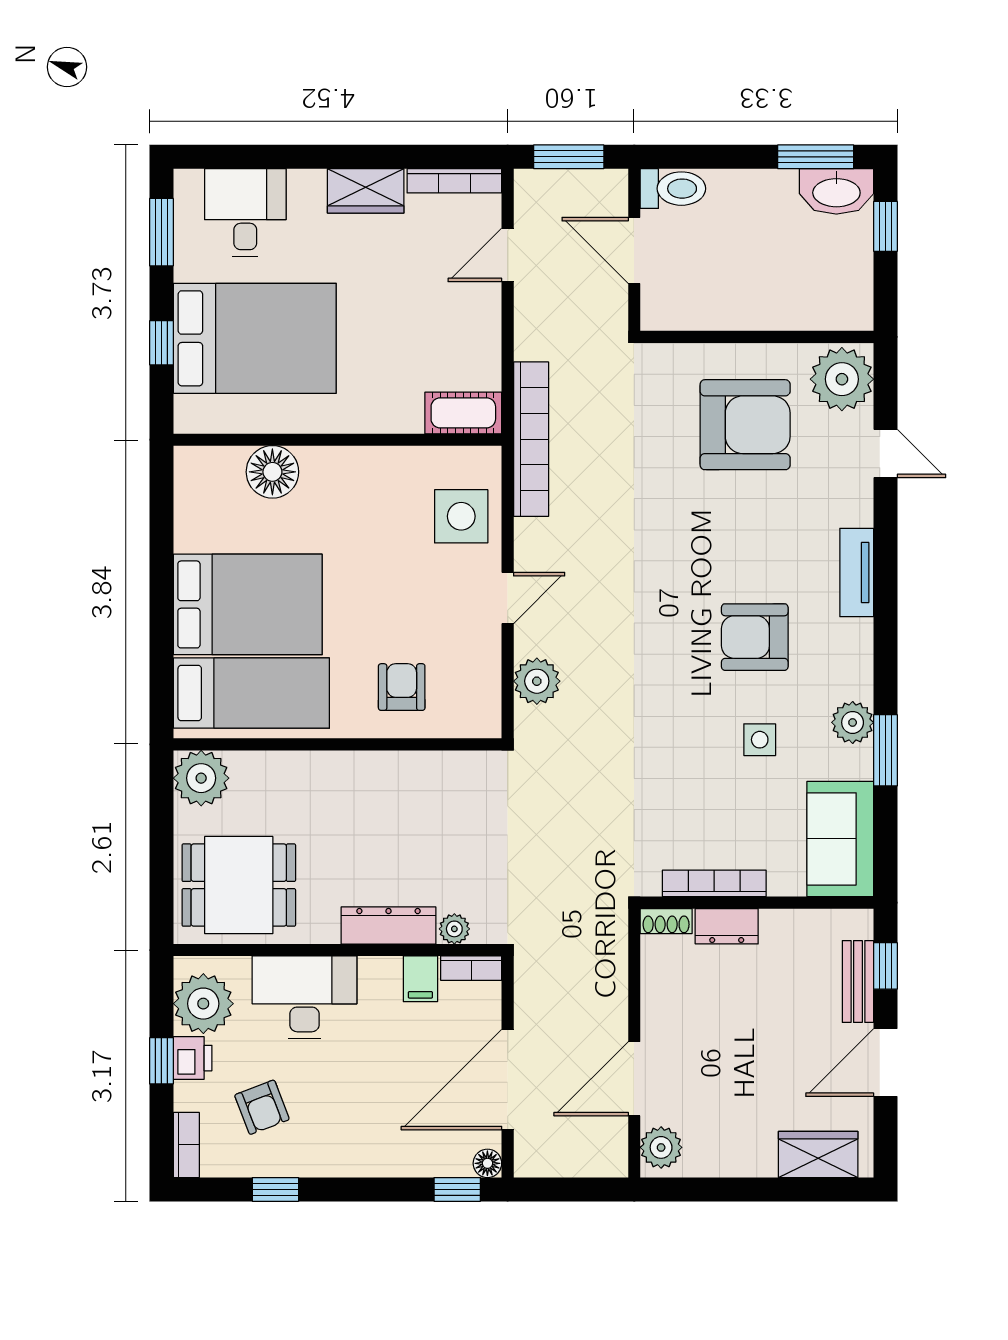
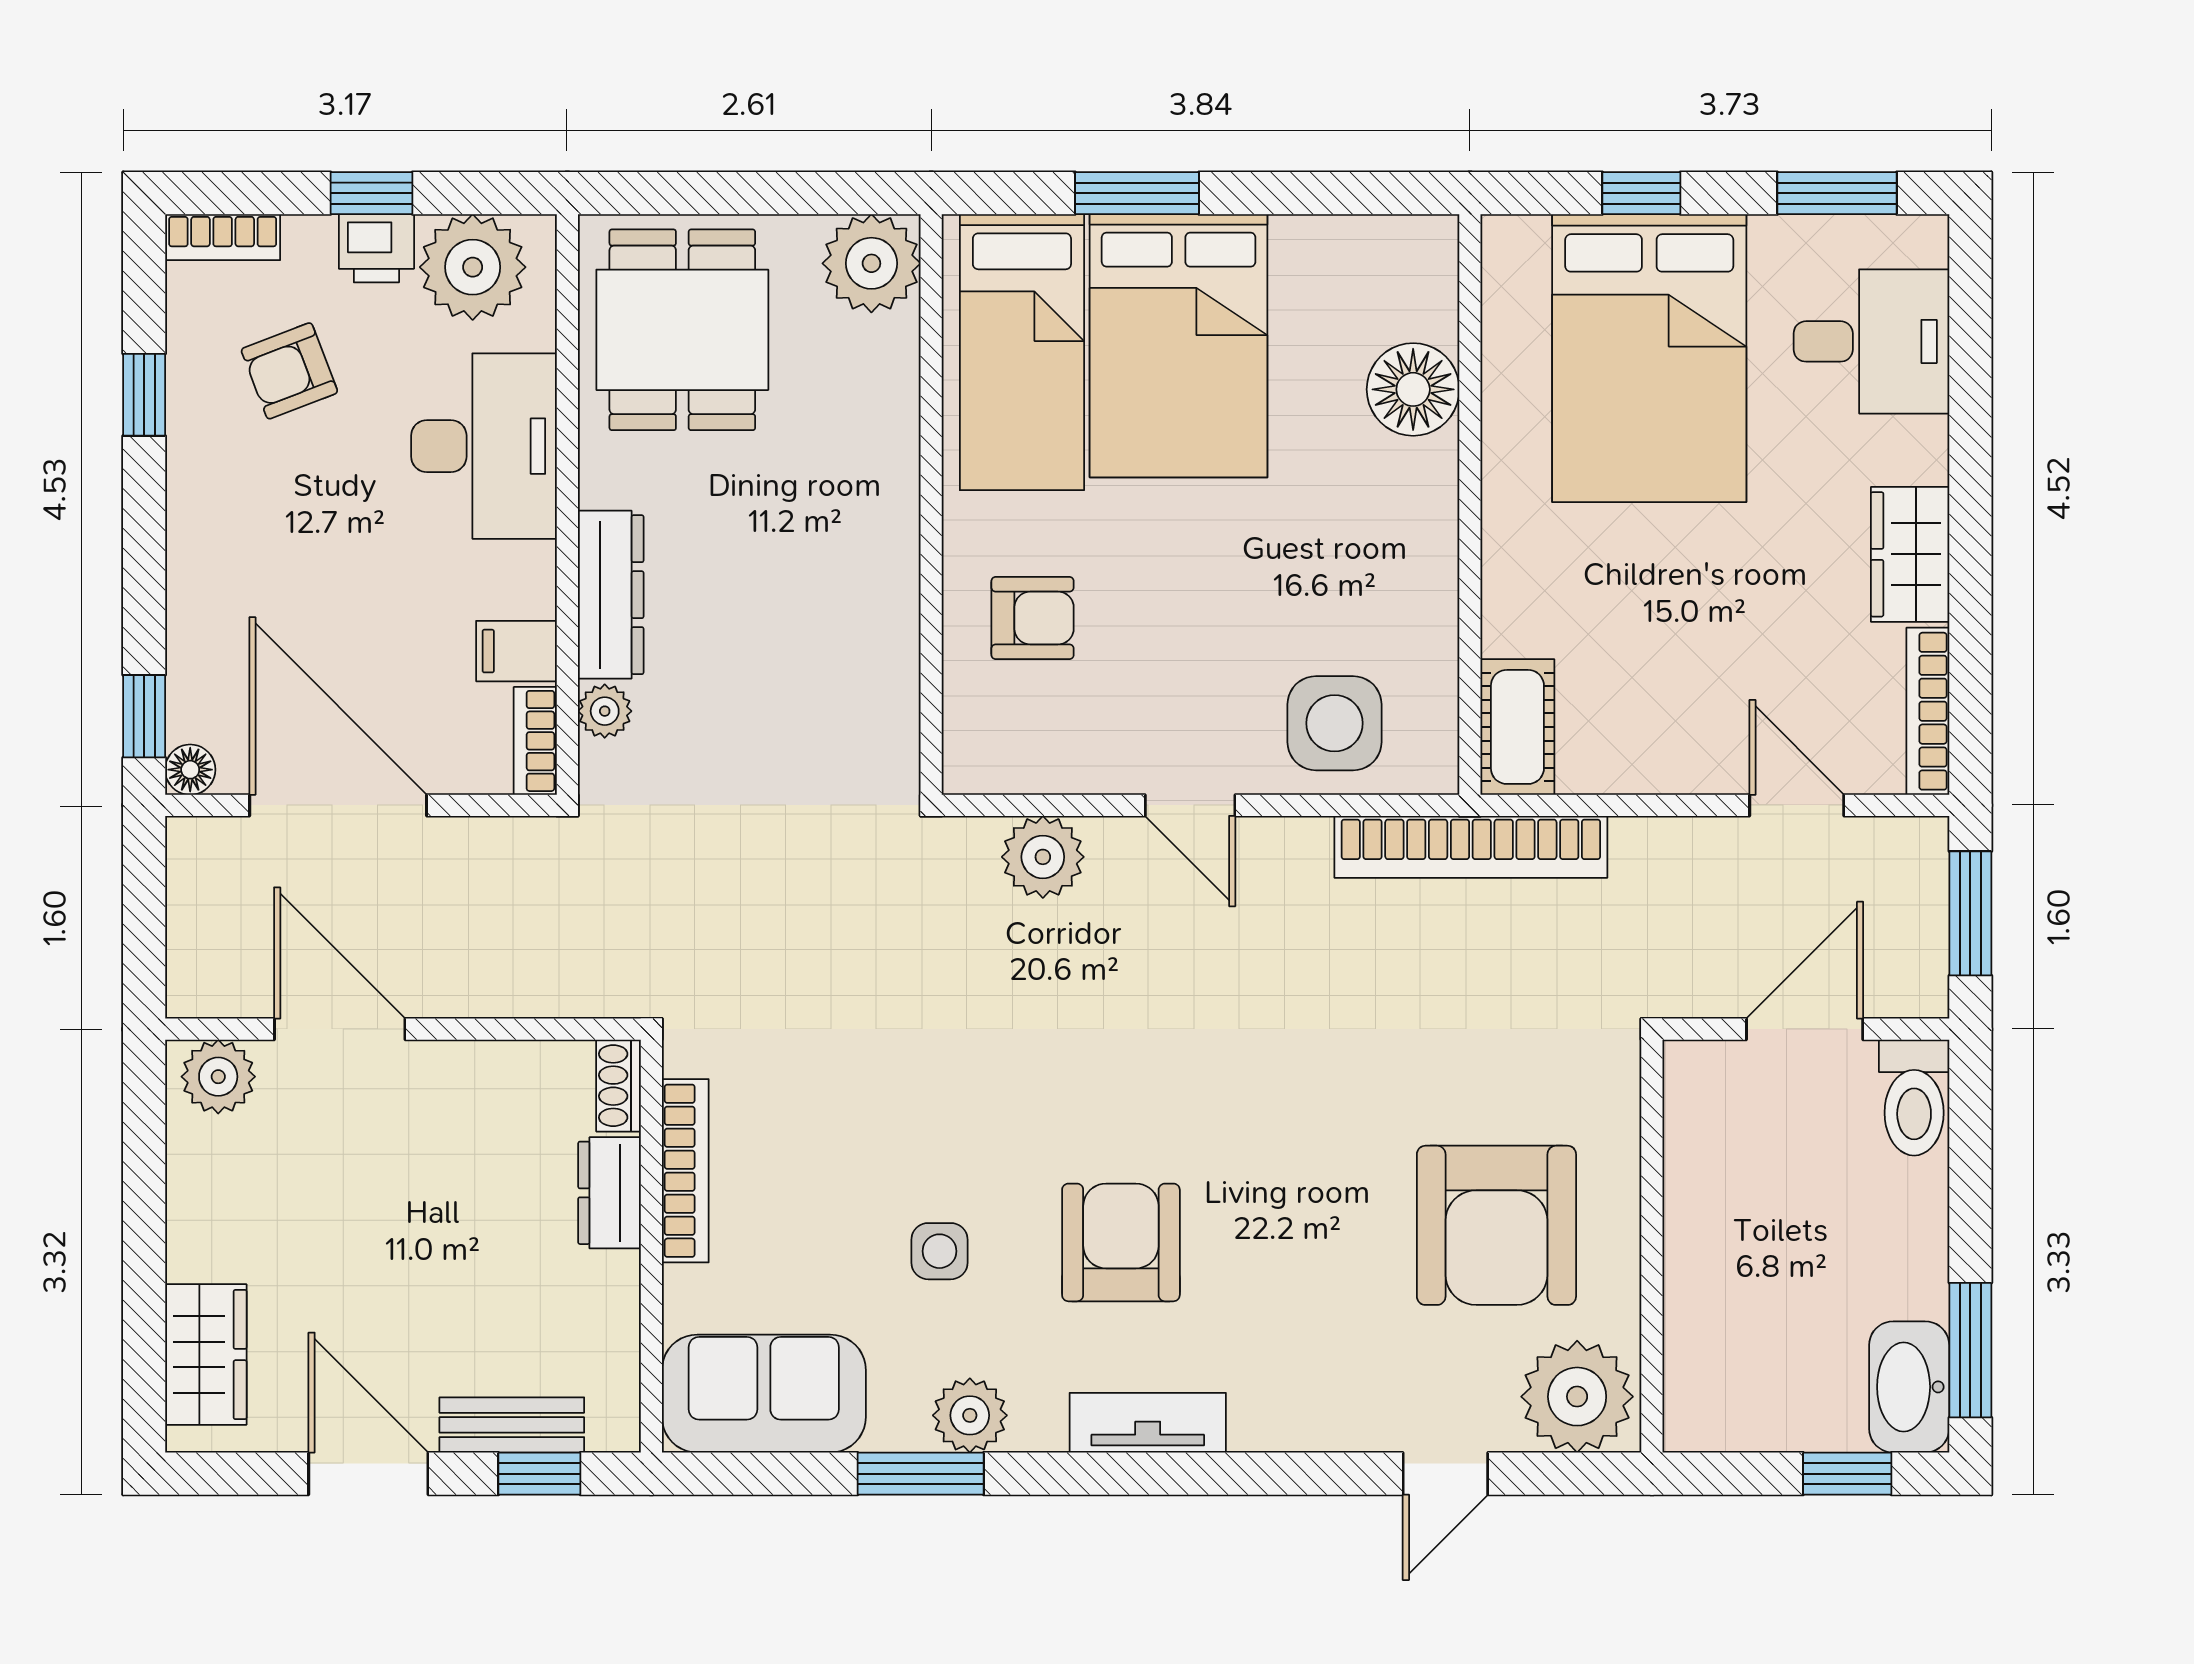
tv unit: (857, 573) -> (1148, 1423), moved
window: (161, 628) -> (1137, 193), added

